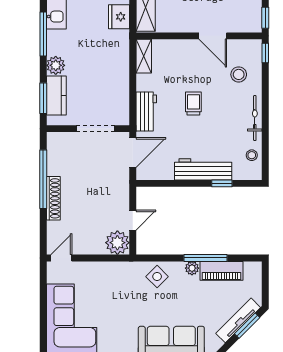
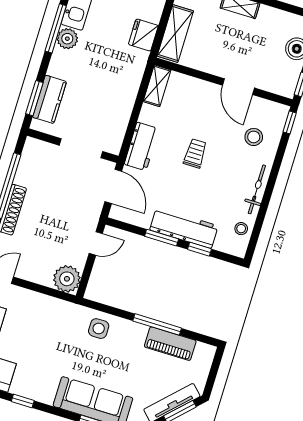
plant: (56, 65) -> (67, 39), moved
door: (133, 153) -> (113, 186), hinge flipped
window: (187, 183) -> (162, 238), added
door: (133, 220) -> (96, 243), moved
plant: (192, 268) -> (139, 331), removed
side table: (157, 277) -> (99, 329), turned 45

